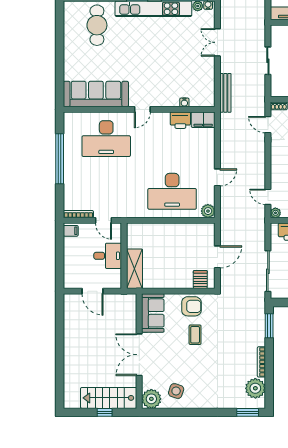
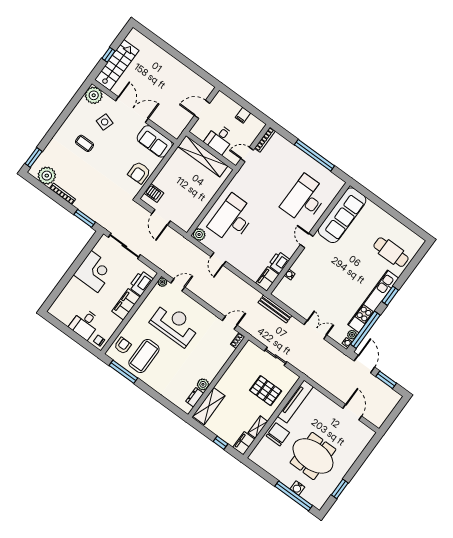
filing cabinet: (71, 231) -> (243, 115), moved
shelving: (134, 269) -> (203, 156), width x1.47
coffee table: (195, 335) -> (84, 143), moved
side table: (176, 391) -> (105, 122), moved

